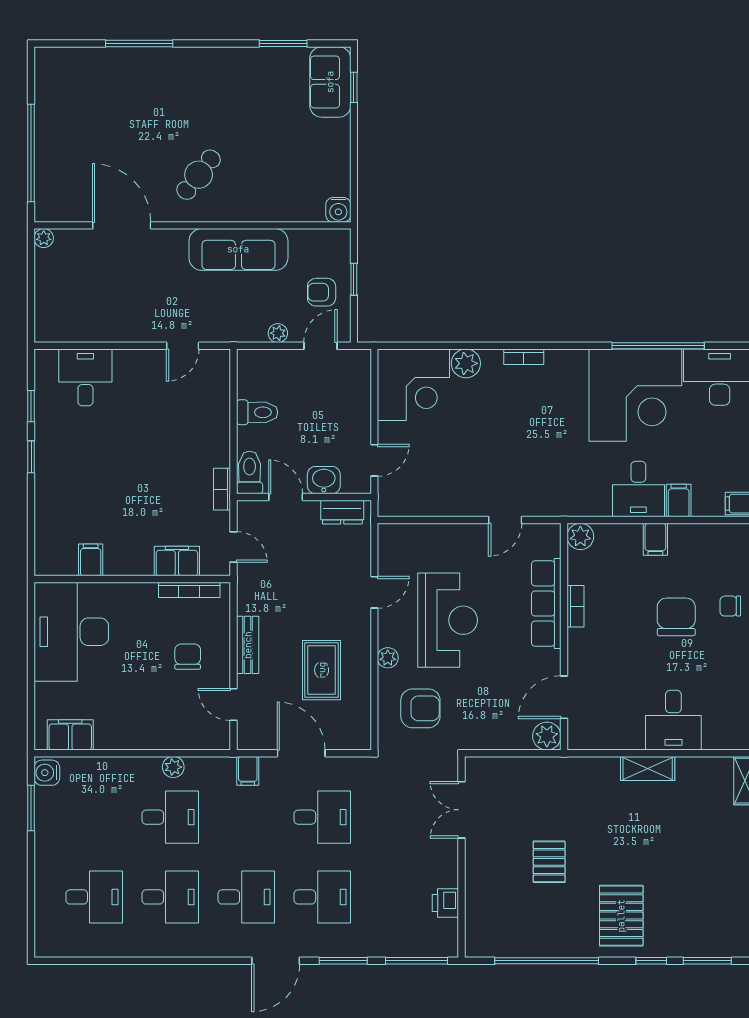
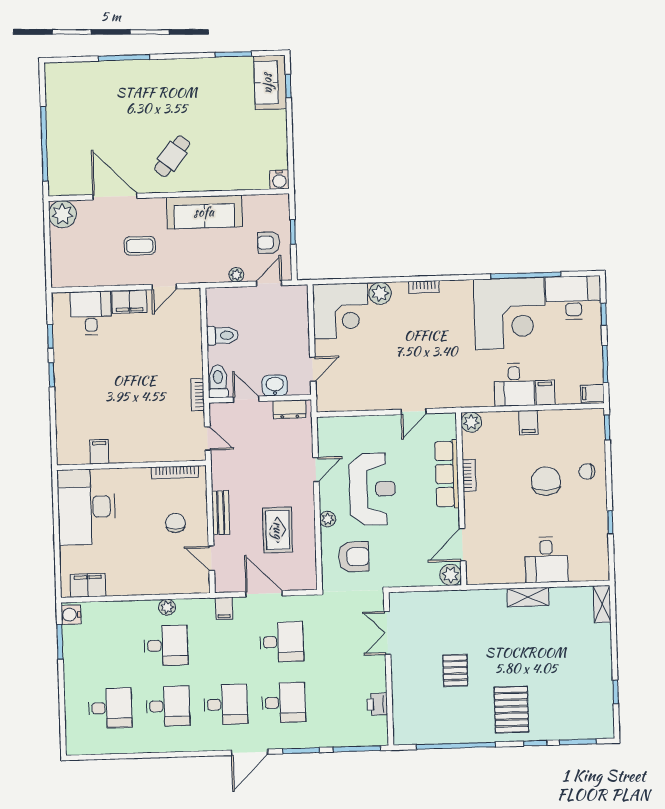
plant: (44, 238) -> (62, 214), width x1.88, depth x1.88
coffee table: (152, 291) -> (140, 246), added
filing cabinet: (177, 561) -> (129, 302), moved, turned 180

